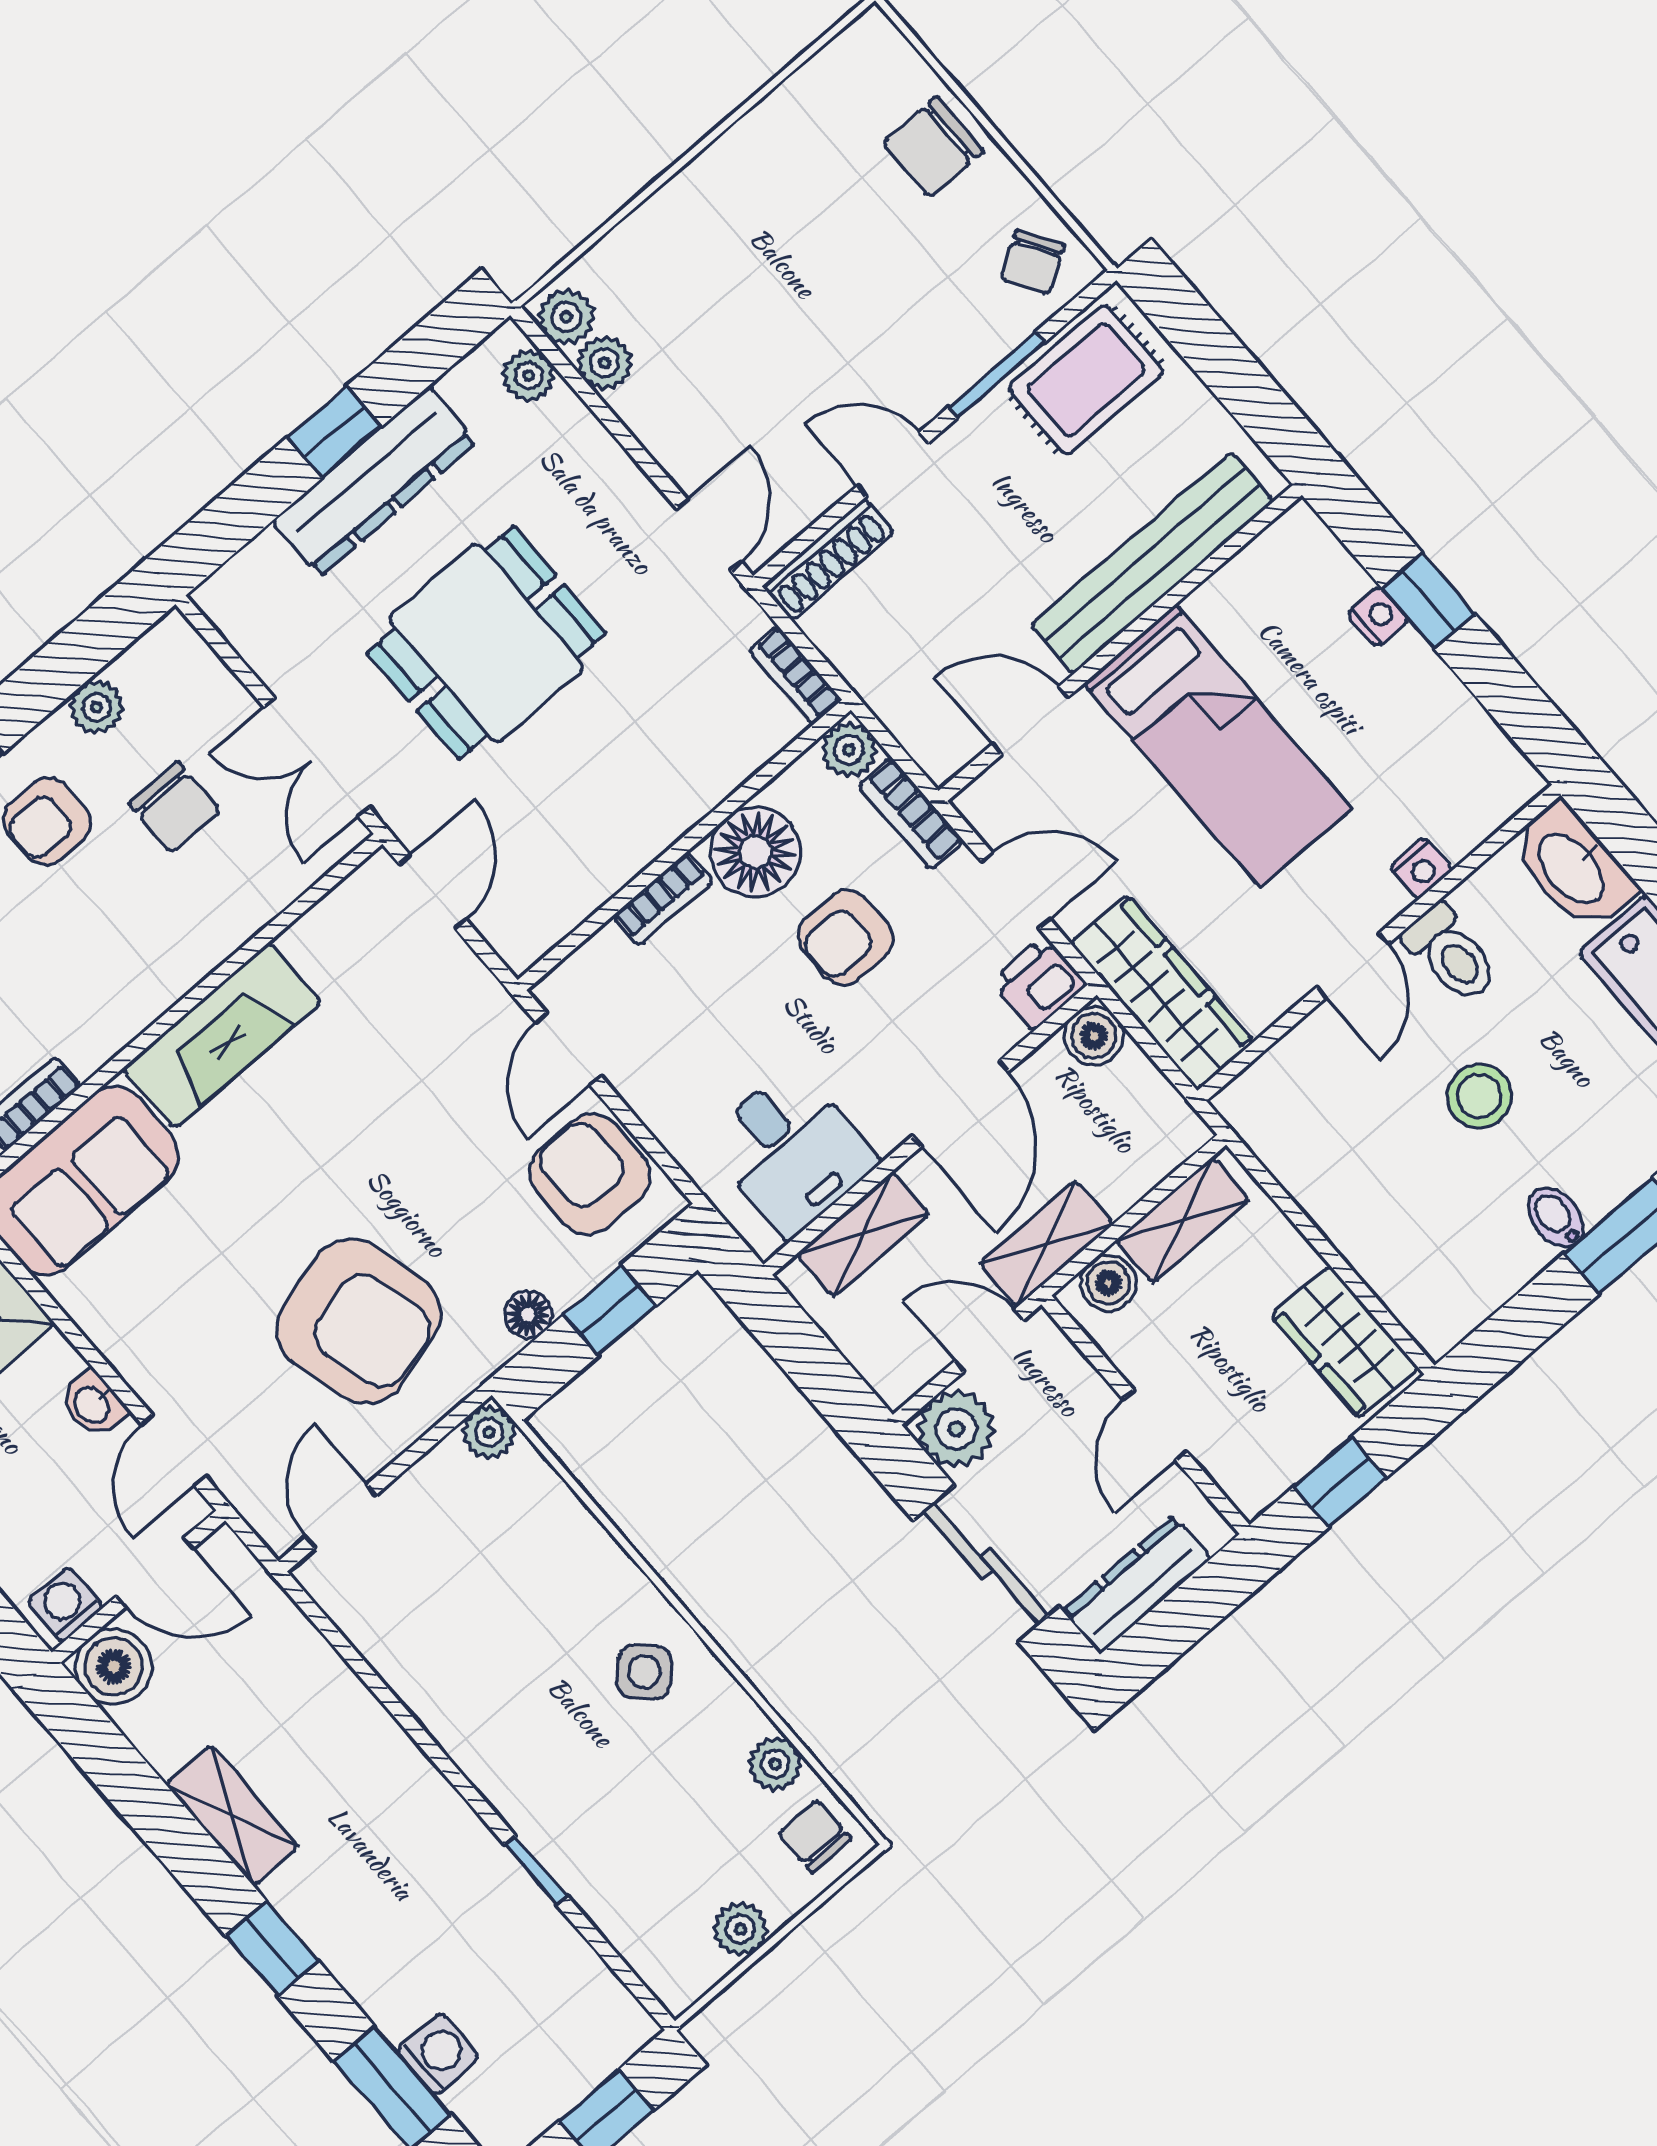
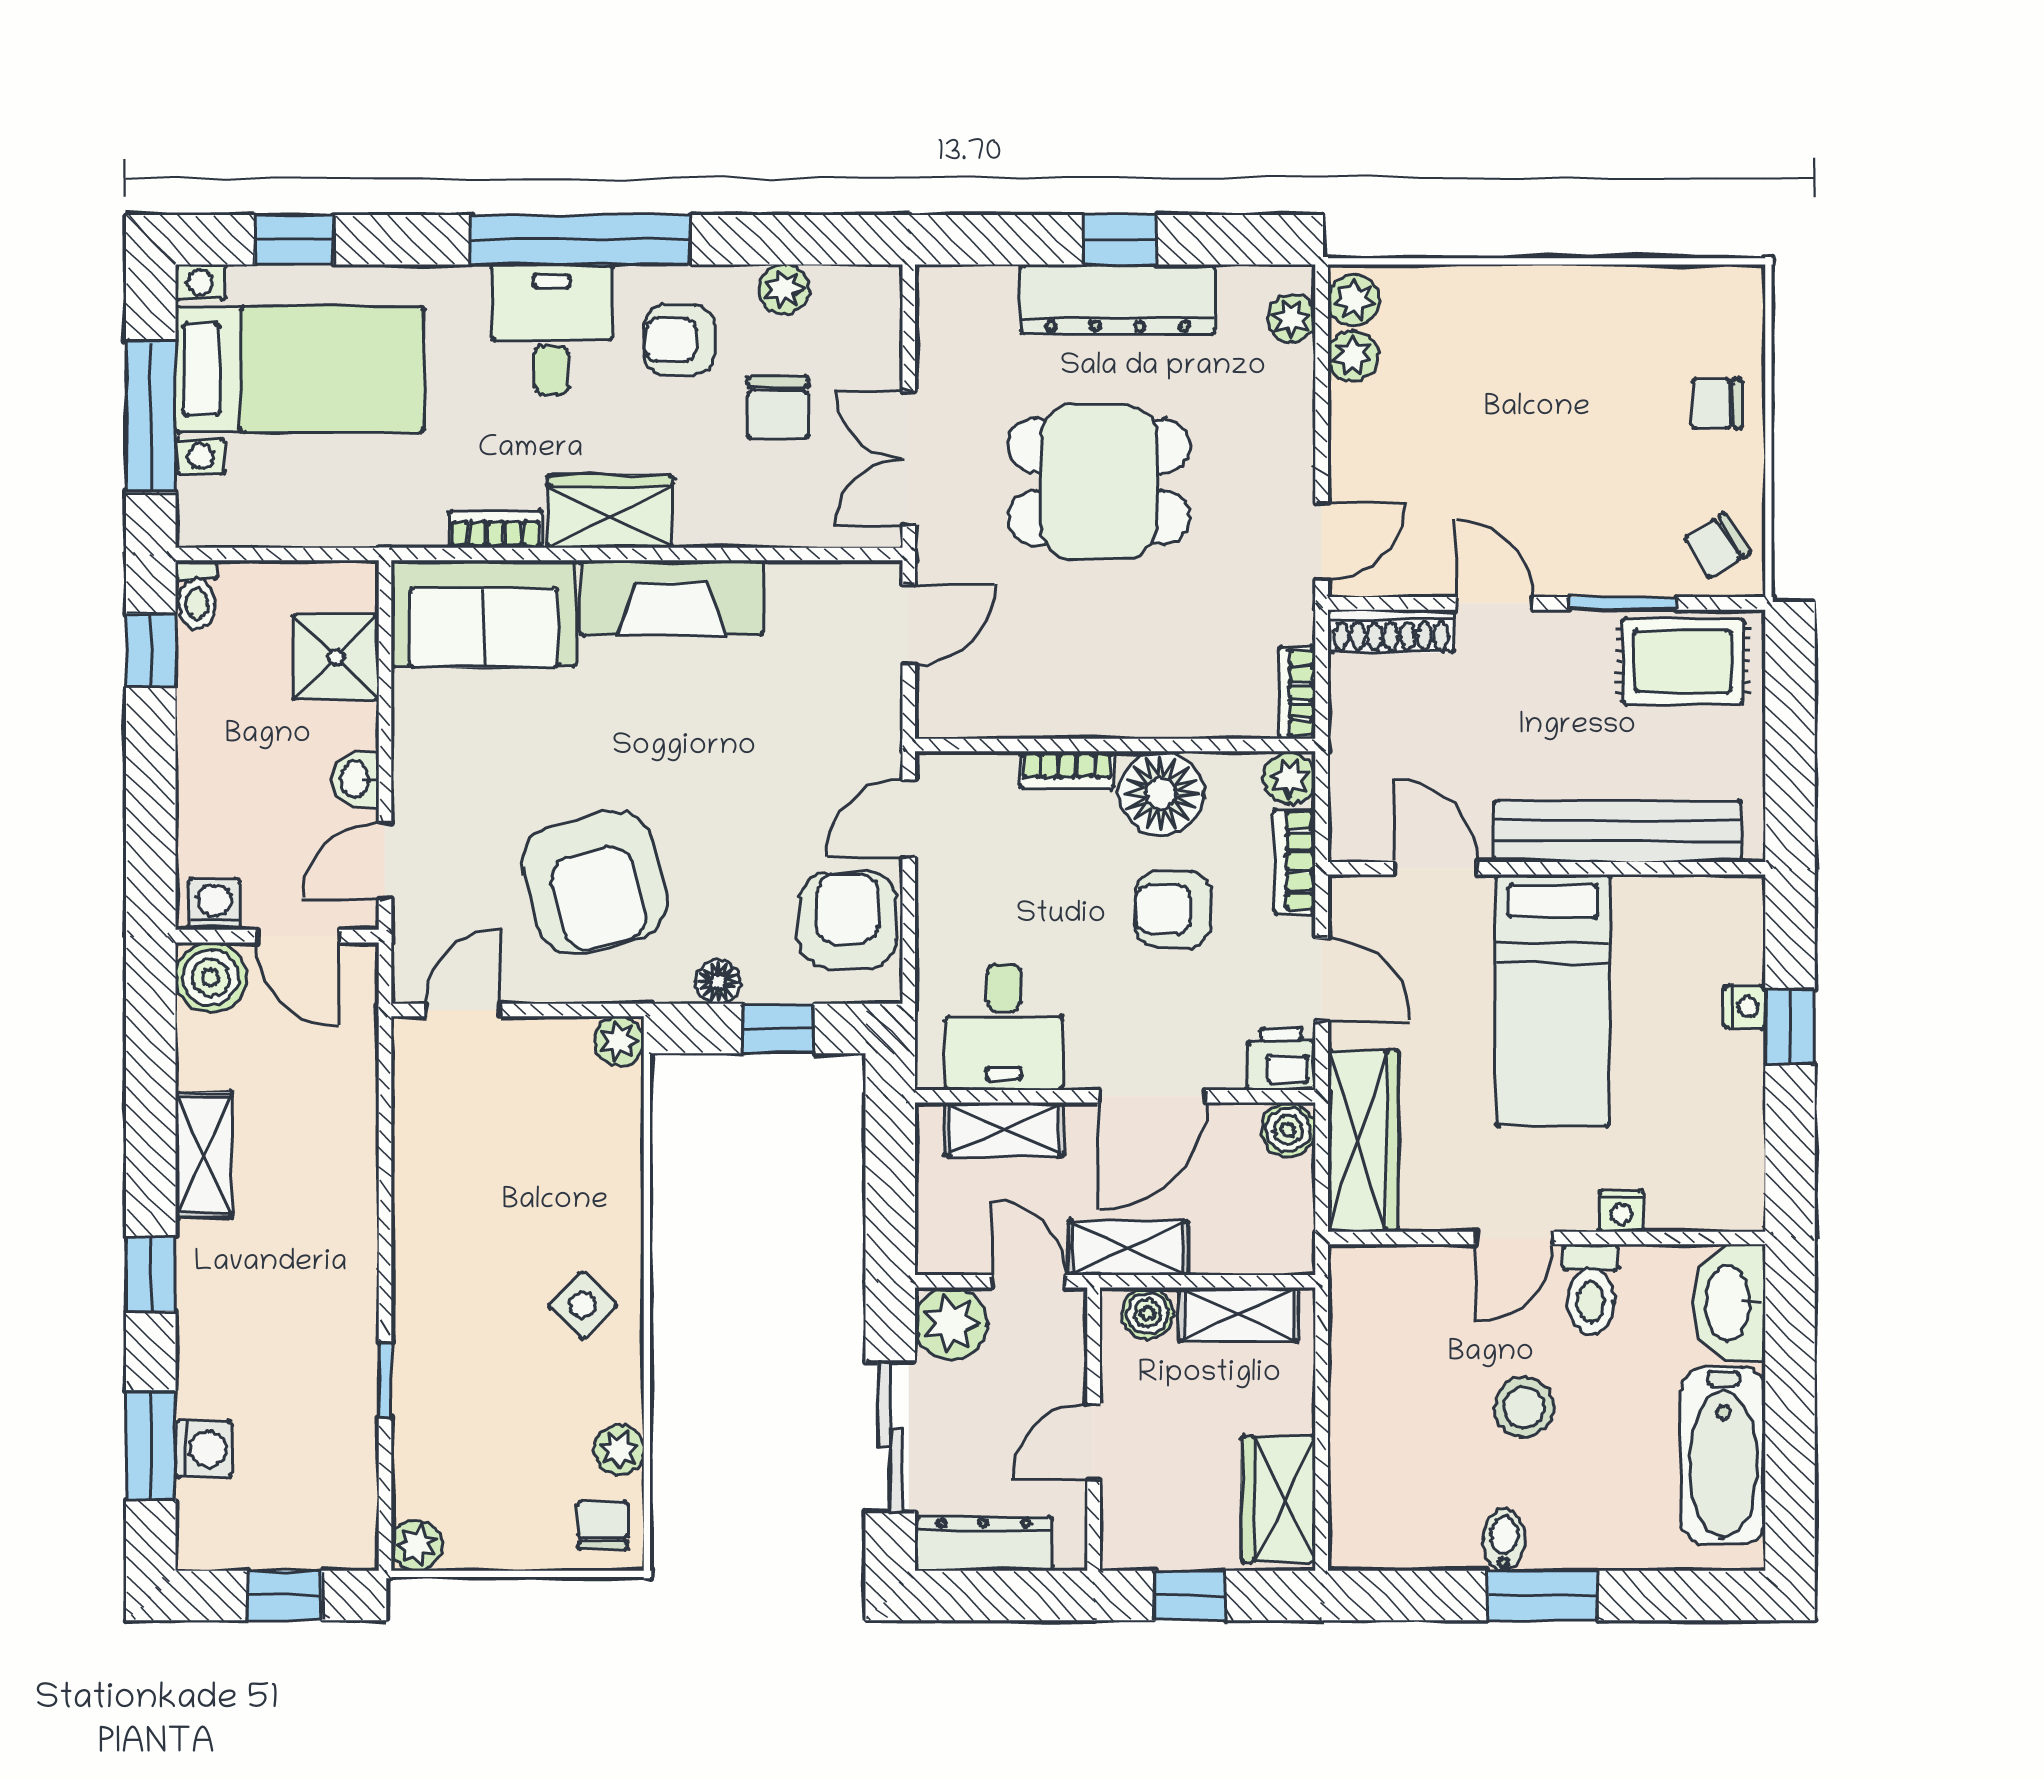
chair: (933, 147) -> (1717, 404), width x0.73, depth x0.73
wardrobe: (111, 1009) -> (610, 512), added
plant: (740, 1929) -> (416, 1546), moved

